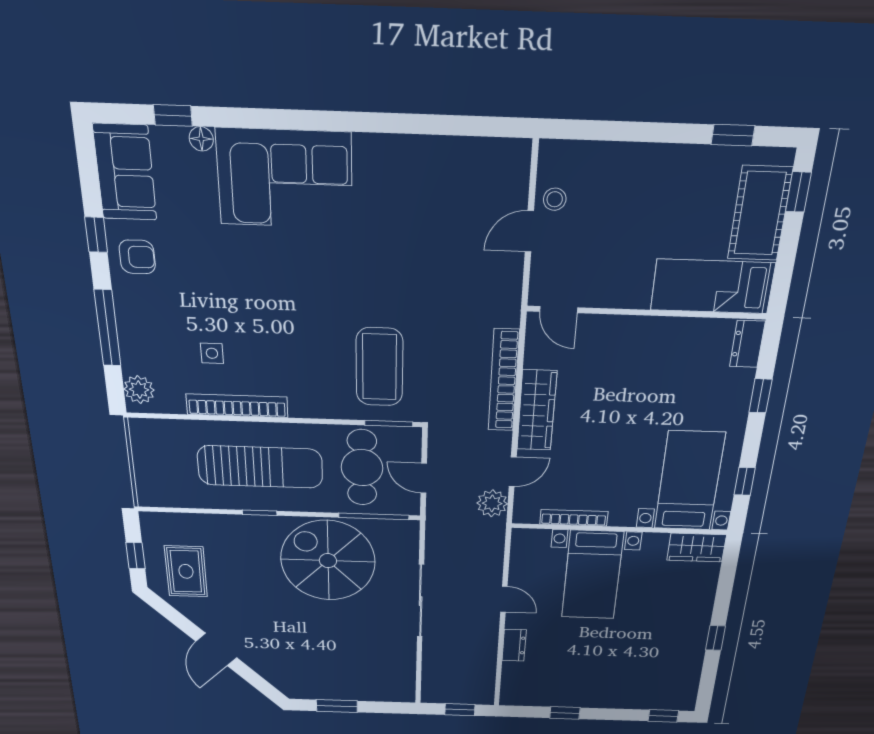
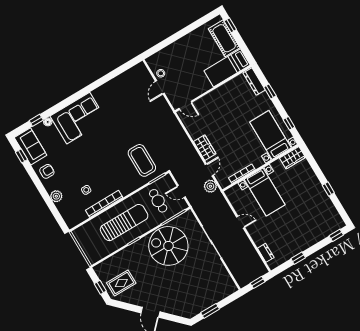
window: (733, 135) -> (199, 23), removed
window: (96, 235) -> (22, 156), moved
window: (108, 328) -> (49, 202), removed
dresser: (747, 344) -> (254, 81), width x1.44
bookcase: (504, 381) -> (184, 139), removed
plant: (139, 390) -> (56, 196), moved
wardrobe: (537, 410) -> (205, 148), width x0.67
cafe table: (362, 468) -> (158, 201), width x0.73, depth x0.74
rug: (186, 571) -> (121, 283), turned 90
dresser: (514, 645) -> (266, 253), moved

